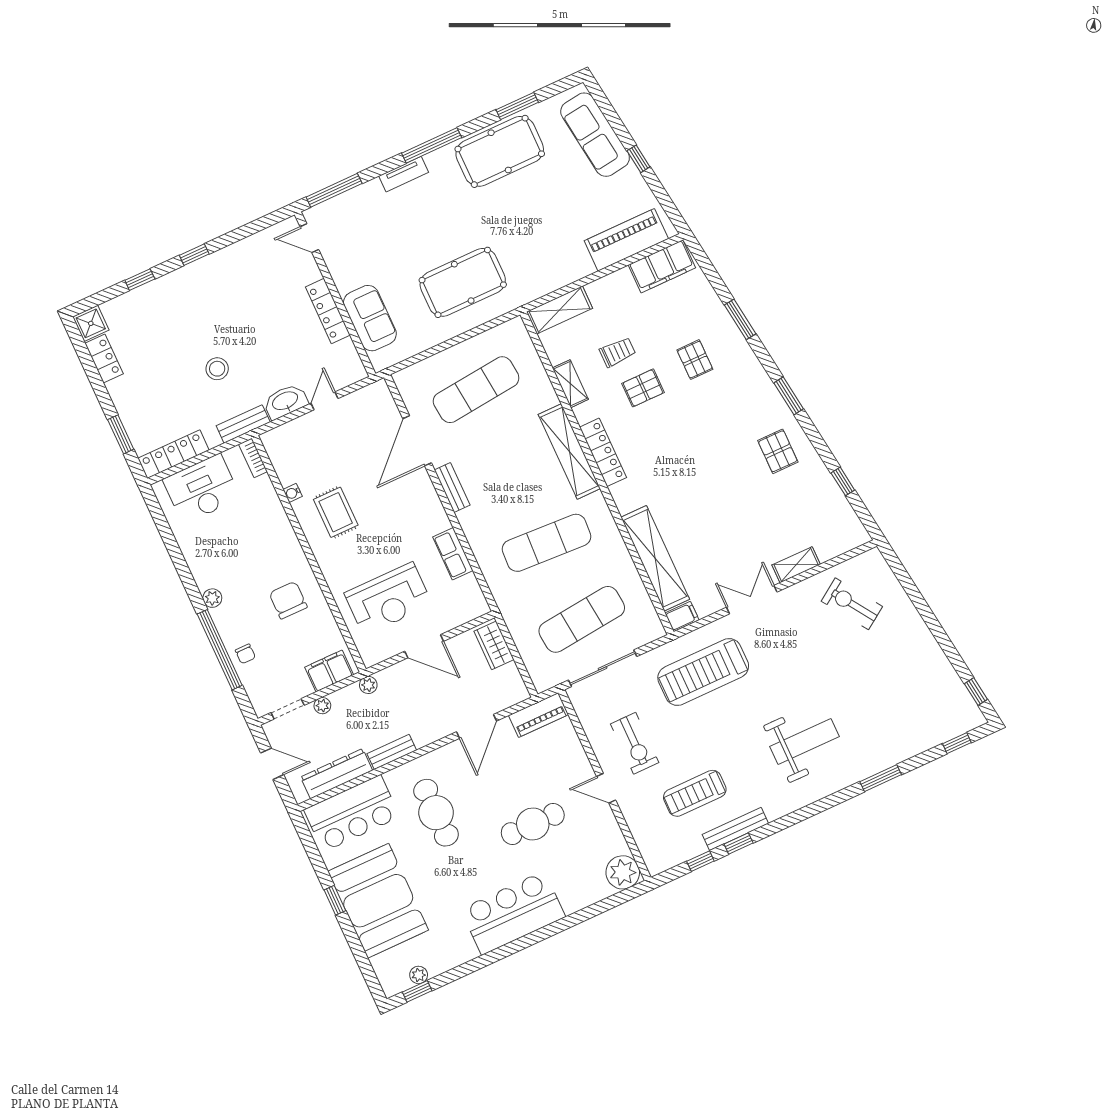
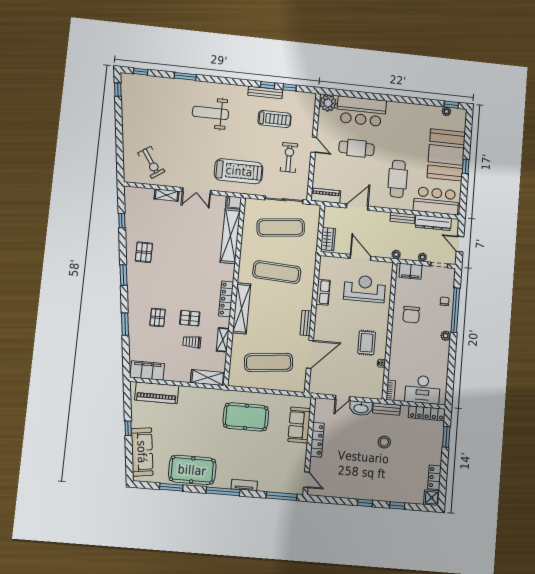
bar counter: (513, 913) -> (361, 111), moved

